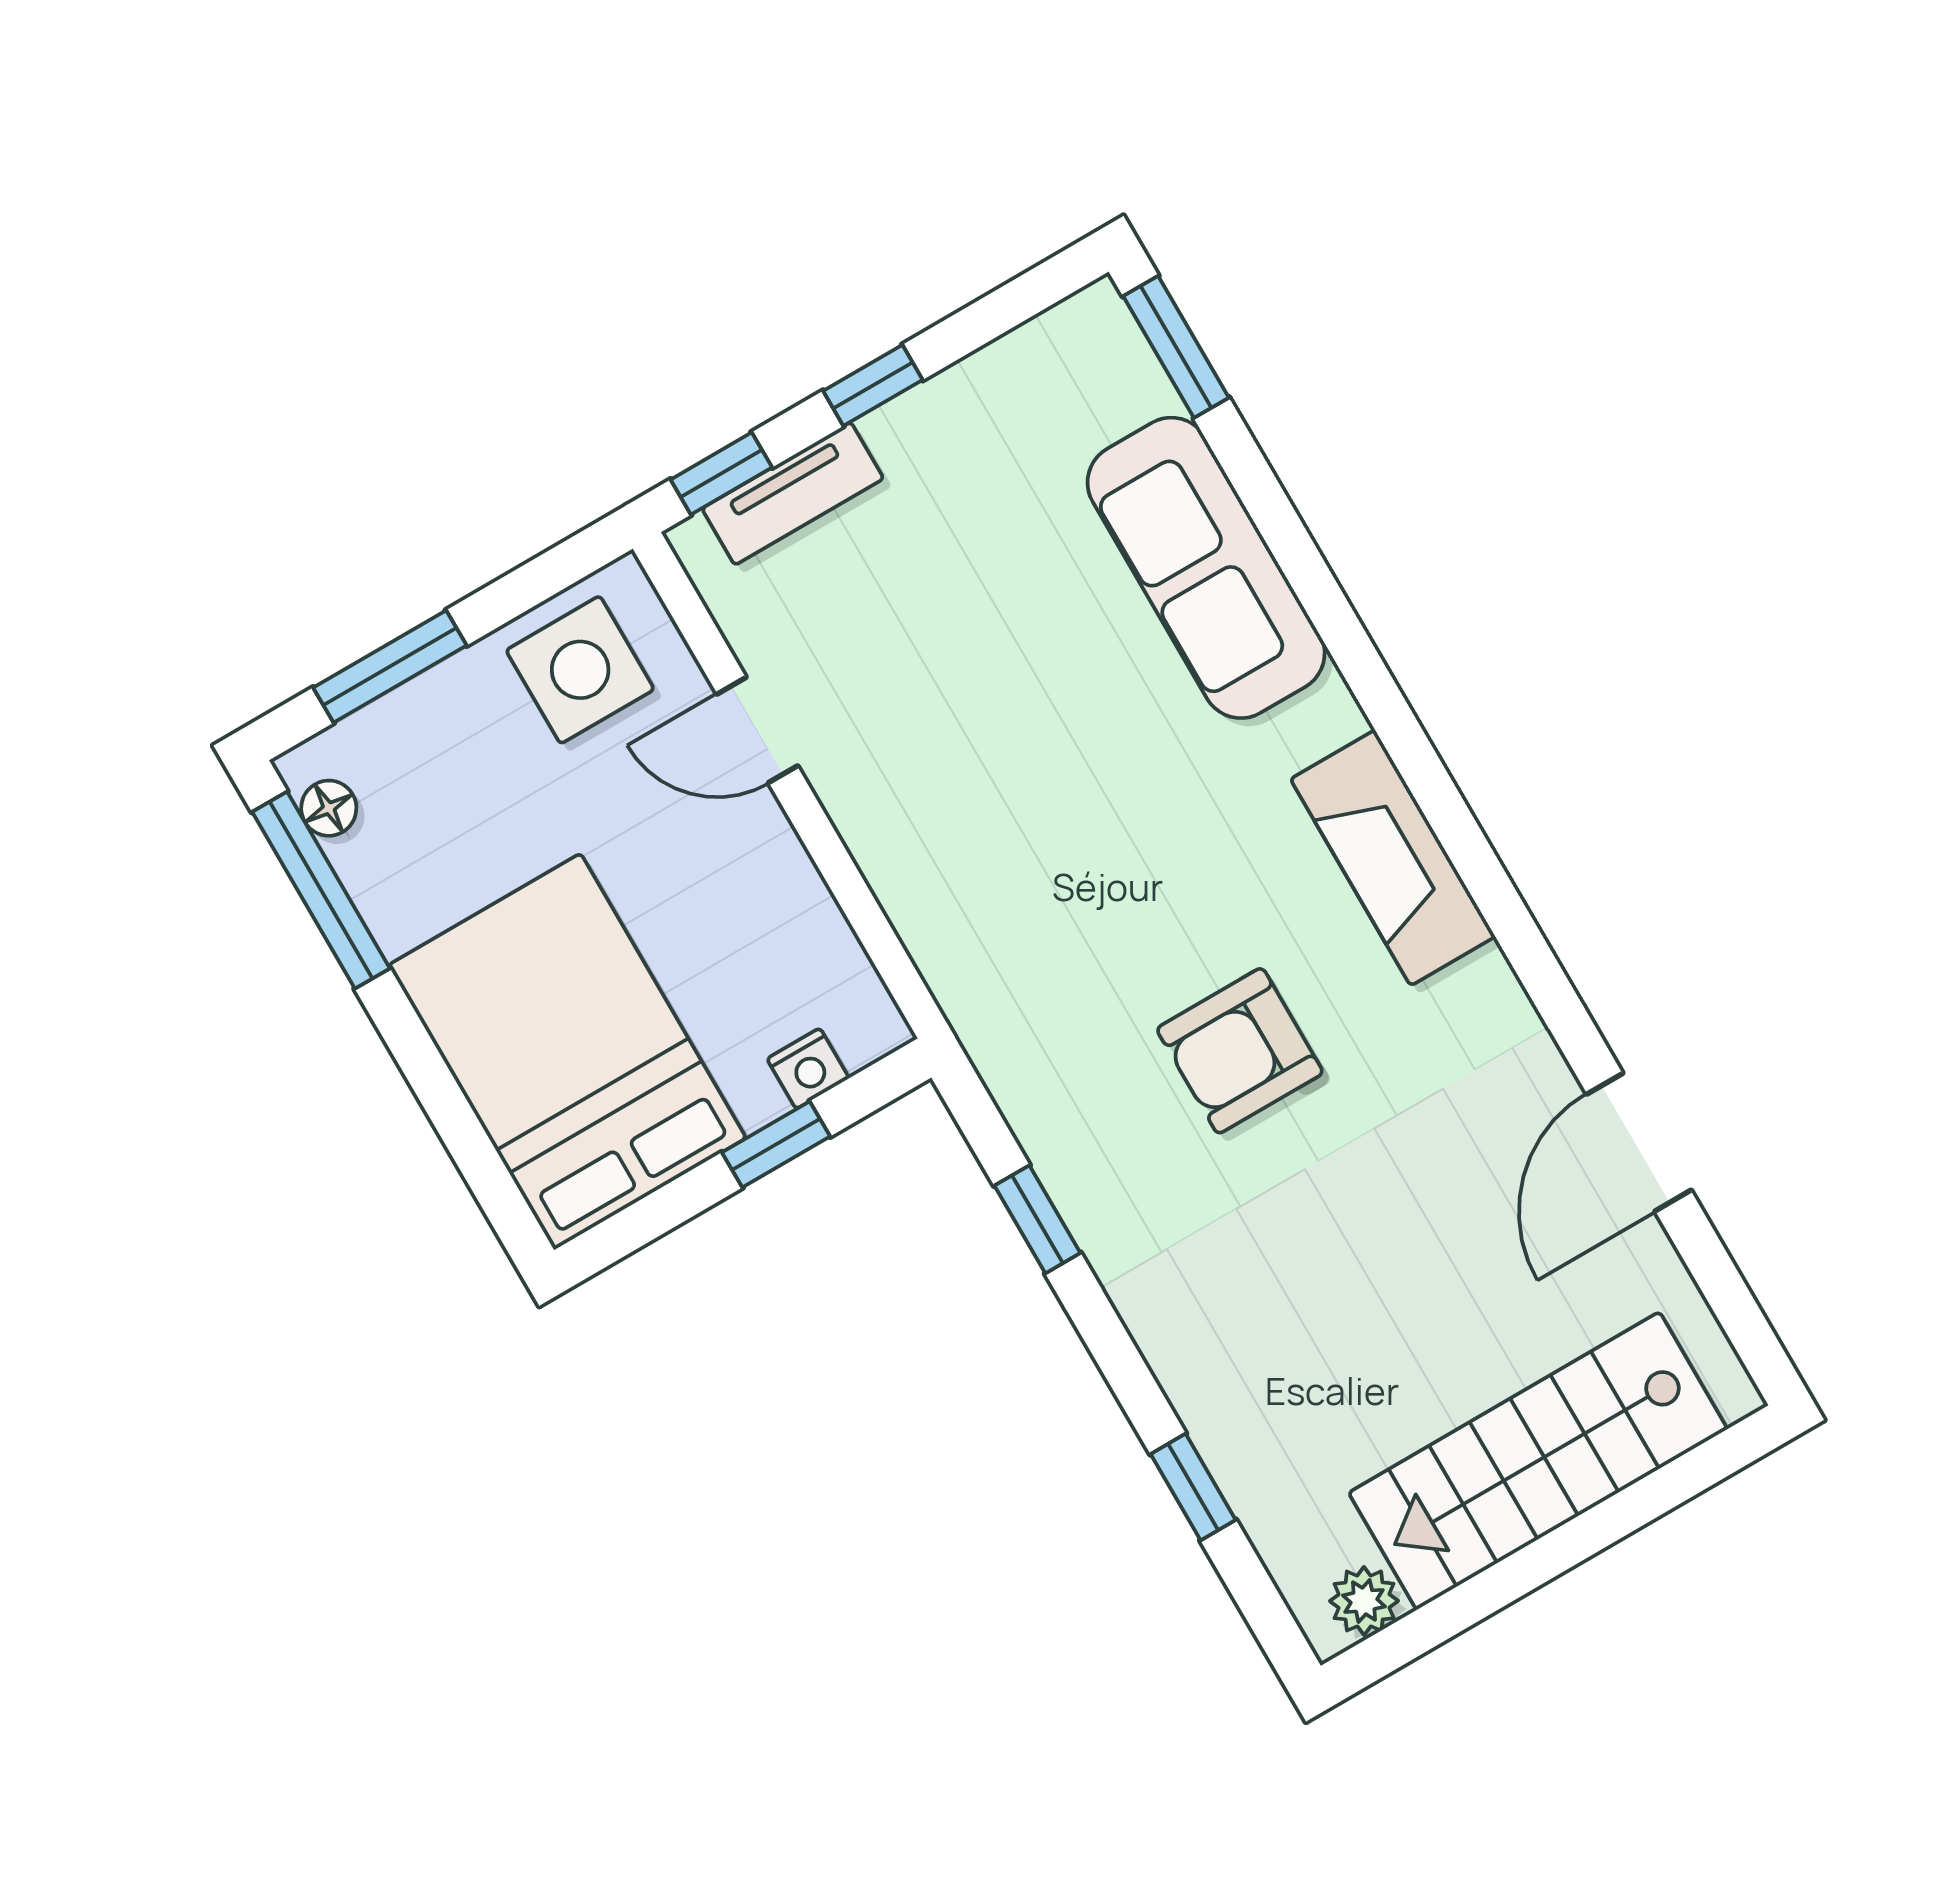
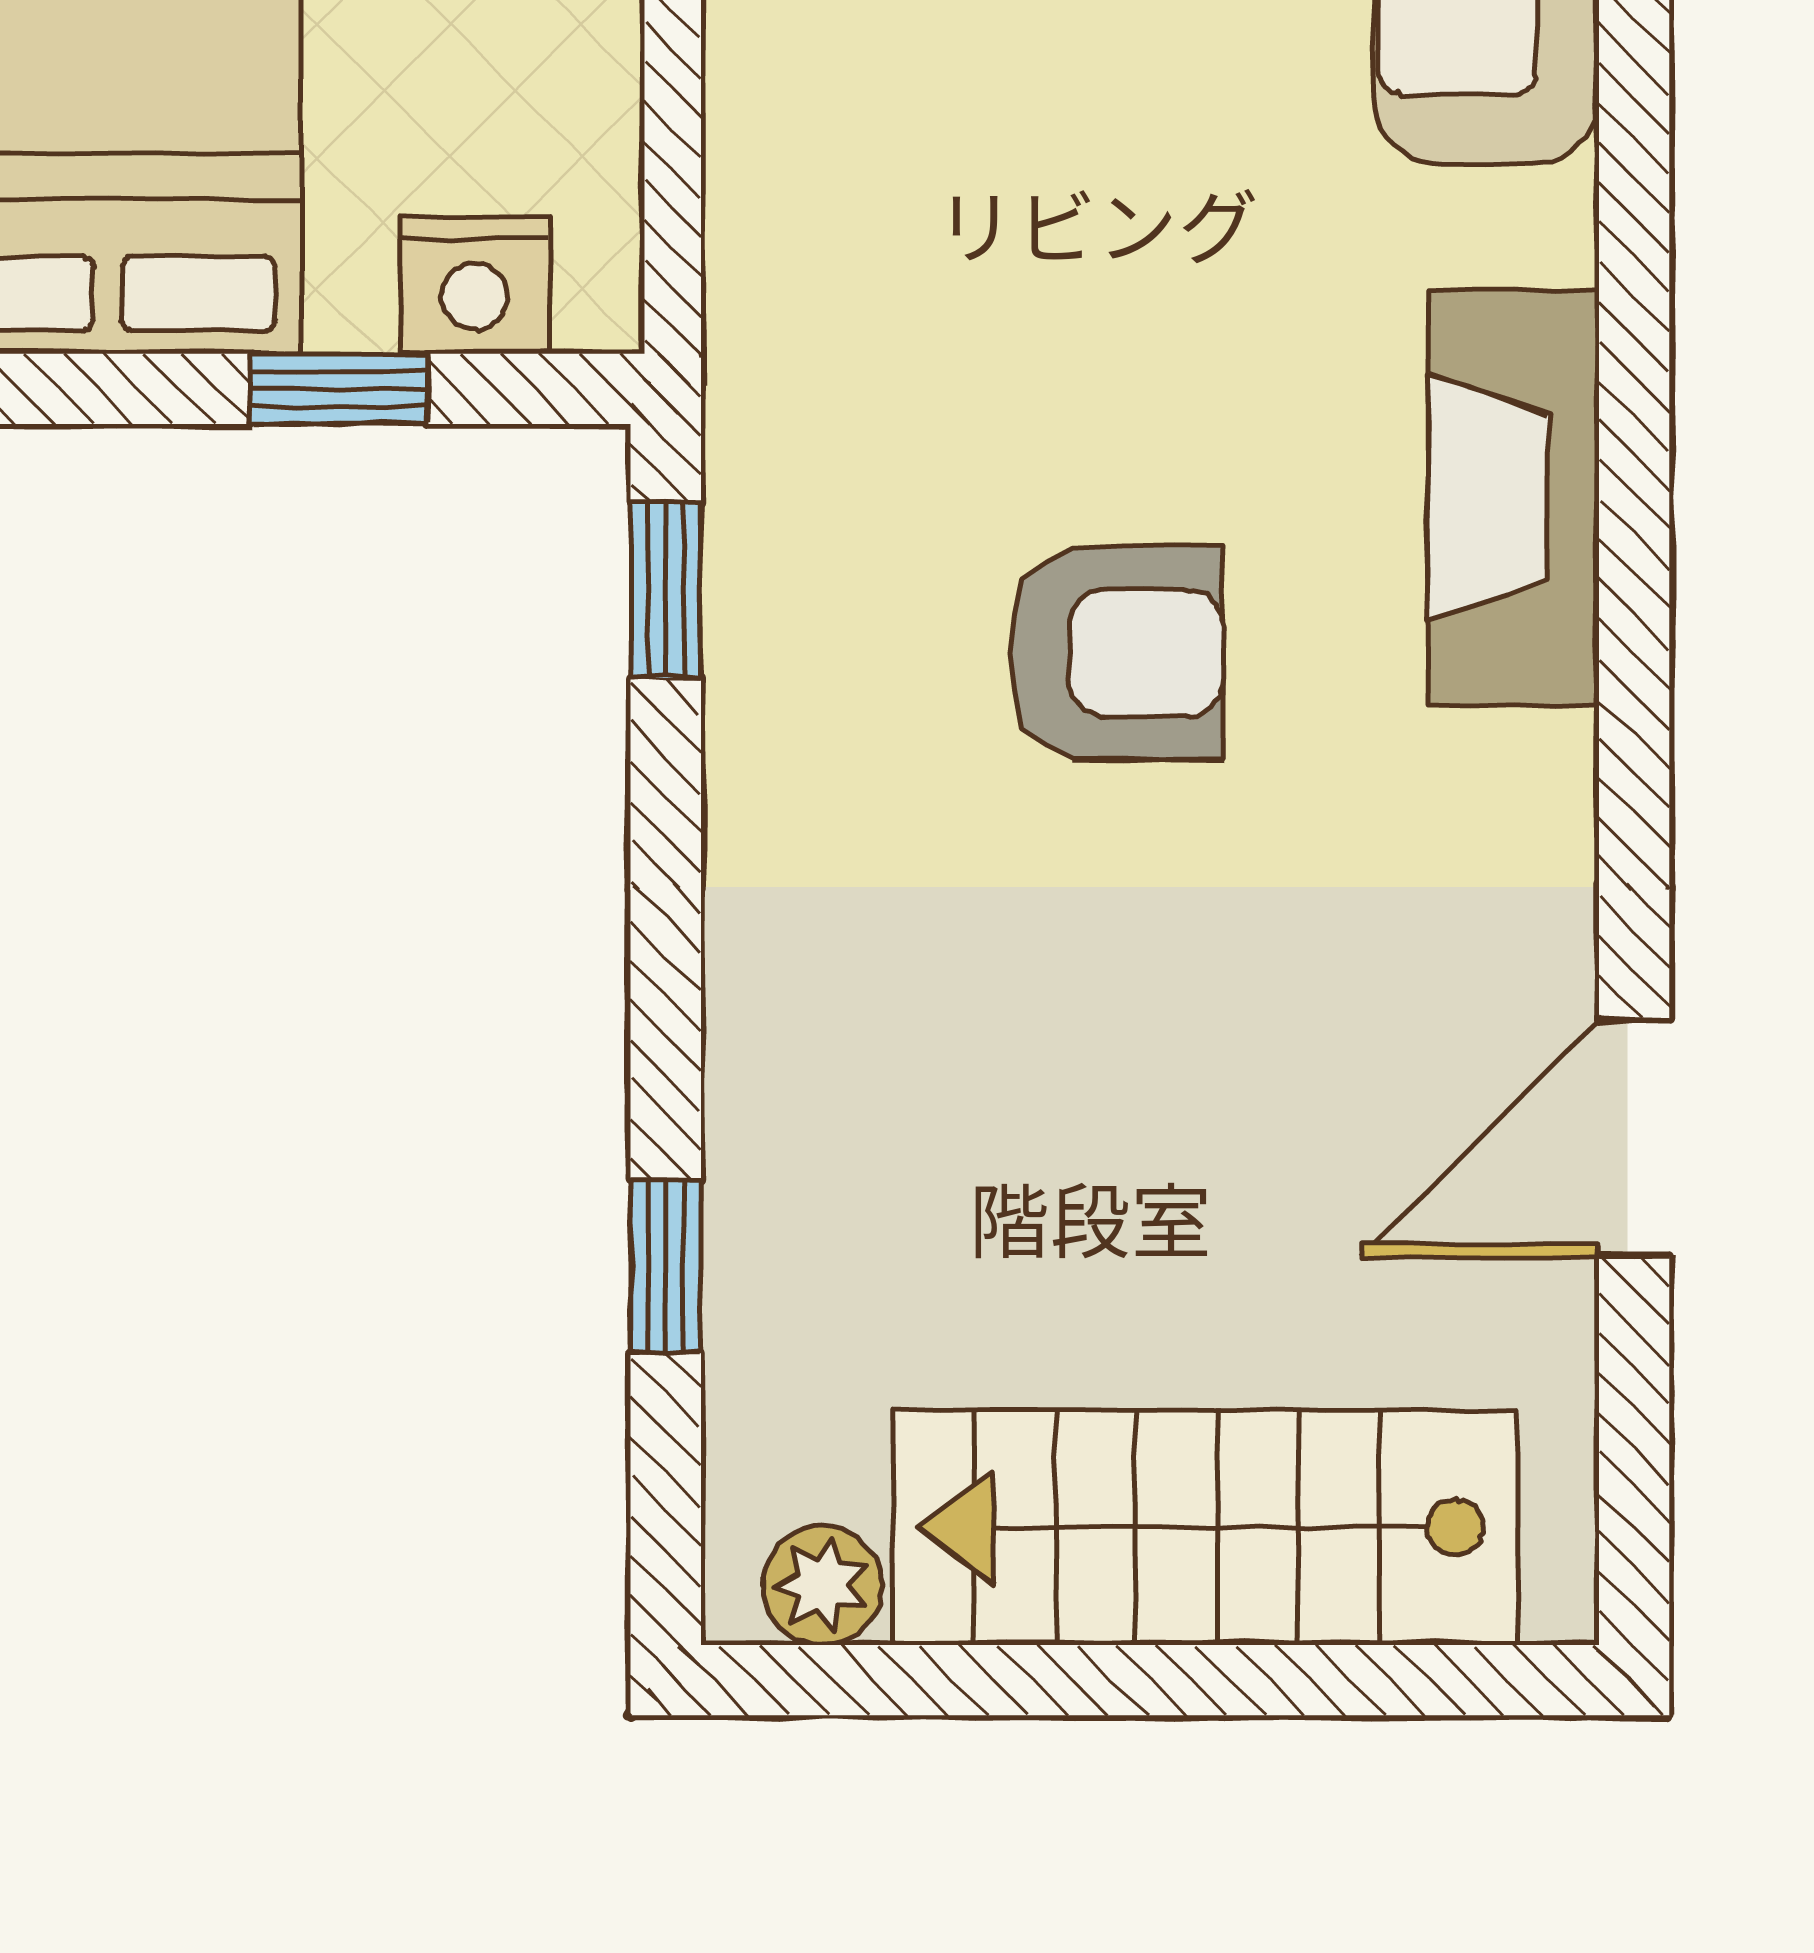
armchair: (1240, 1051) -> (1116, 653), turned 180
nightstand: (808, 1068) -> (474, 285), width x1.39, depth x1.35
window: (1037, 1219) -> (666, 590), moved

